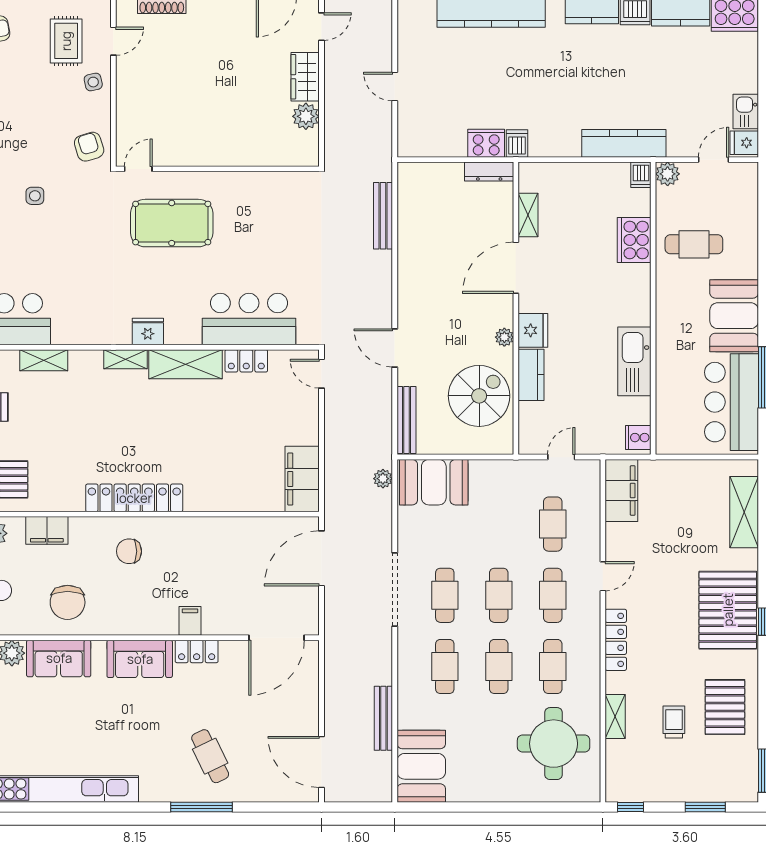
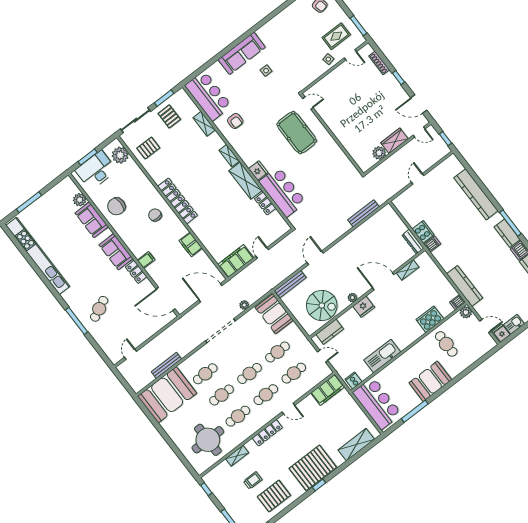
armchair: (89, 147) -> (235, 121), moved, turned 107
fridge: (148, 332) -> (258, 171), moved
door: (322, 374) -> (262, 253), moved
kitchen counter: (531, 375) -> (330, 332), moved
bar counter: (732, 402) -> (377, 403), moved, turned 90
plant: (383, 479) -> (244, 305), moved
filing cabinet: (47, 530) -> (191, 244), moved
cafe table: (445, 595) -> (277, 352), moved
door: (322, 762) -> (130, 354), width x0.53
booth: (421, 766) -> (167, 395), width x1.36, depth x1.42

